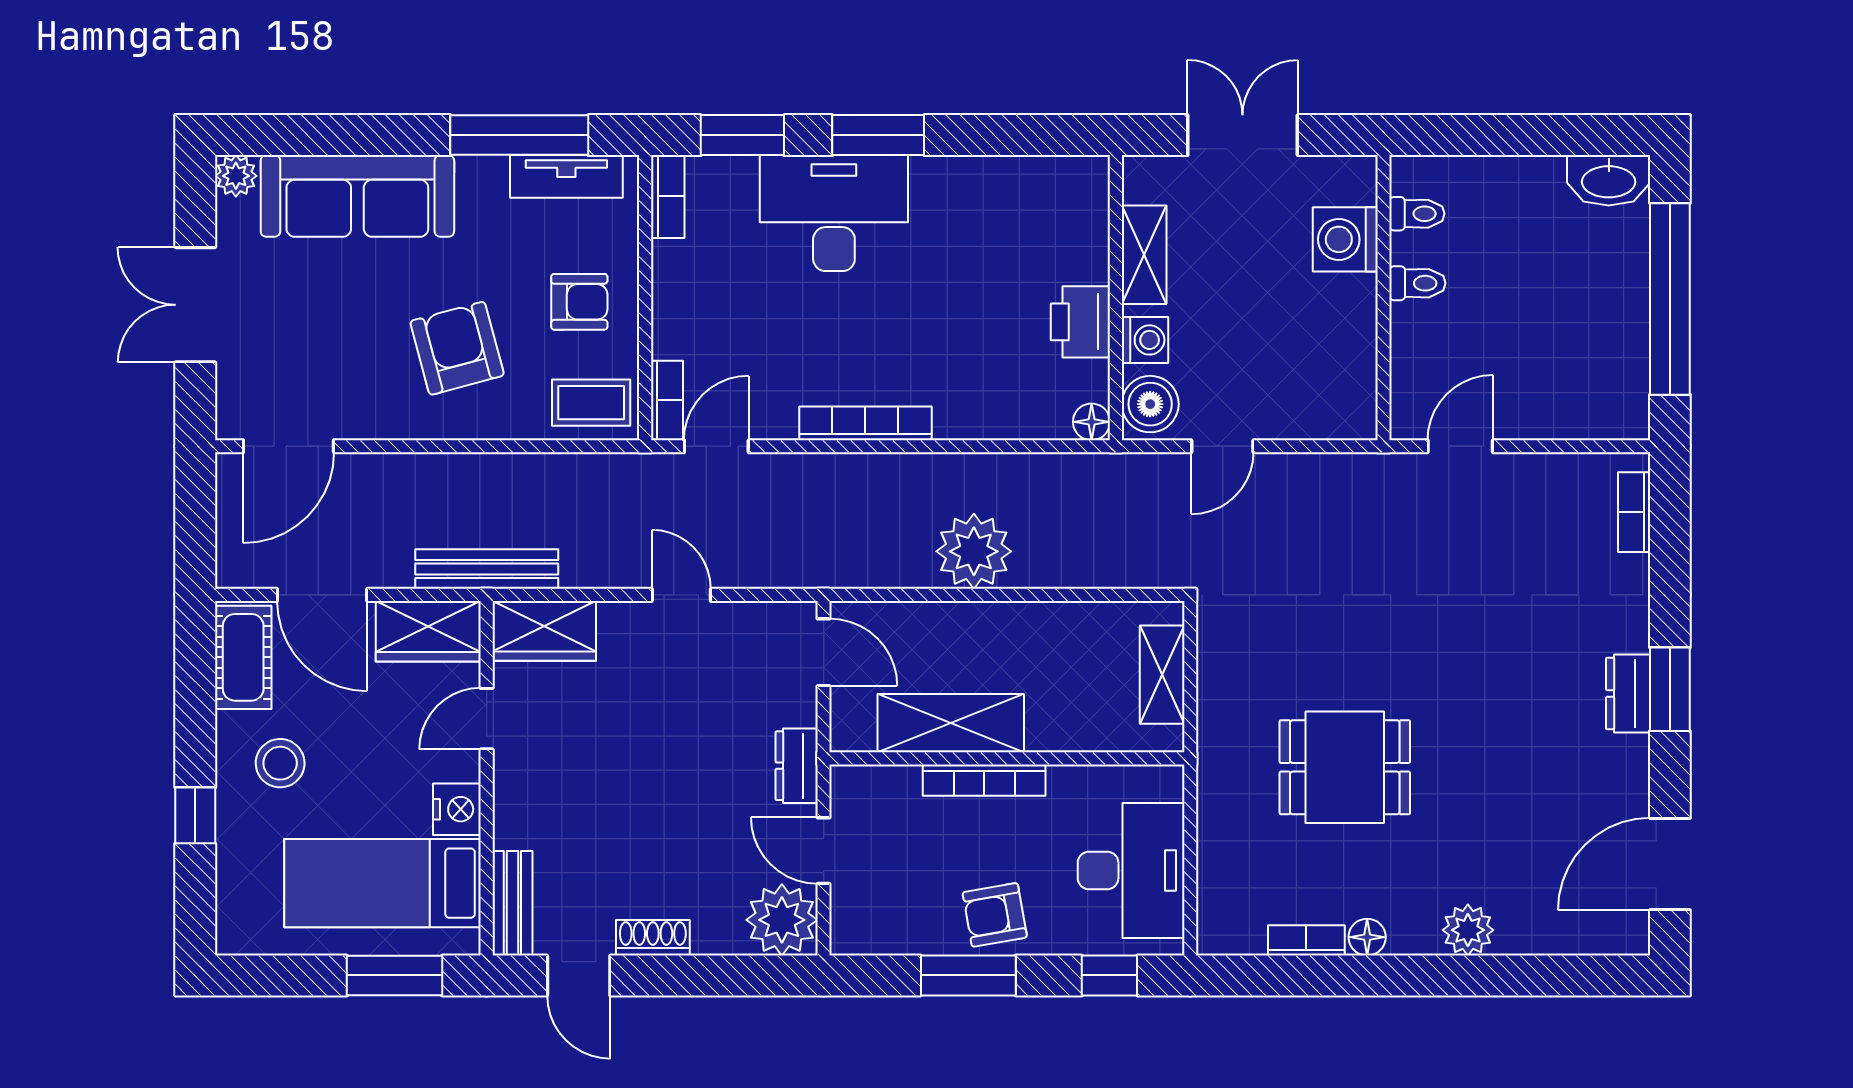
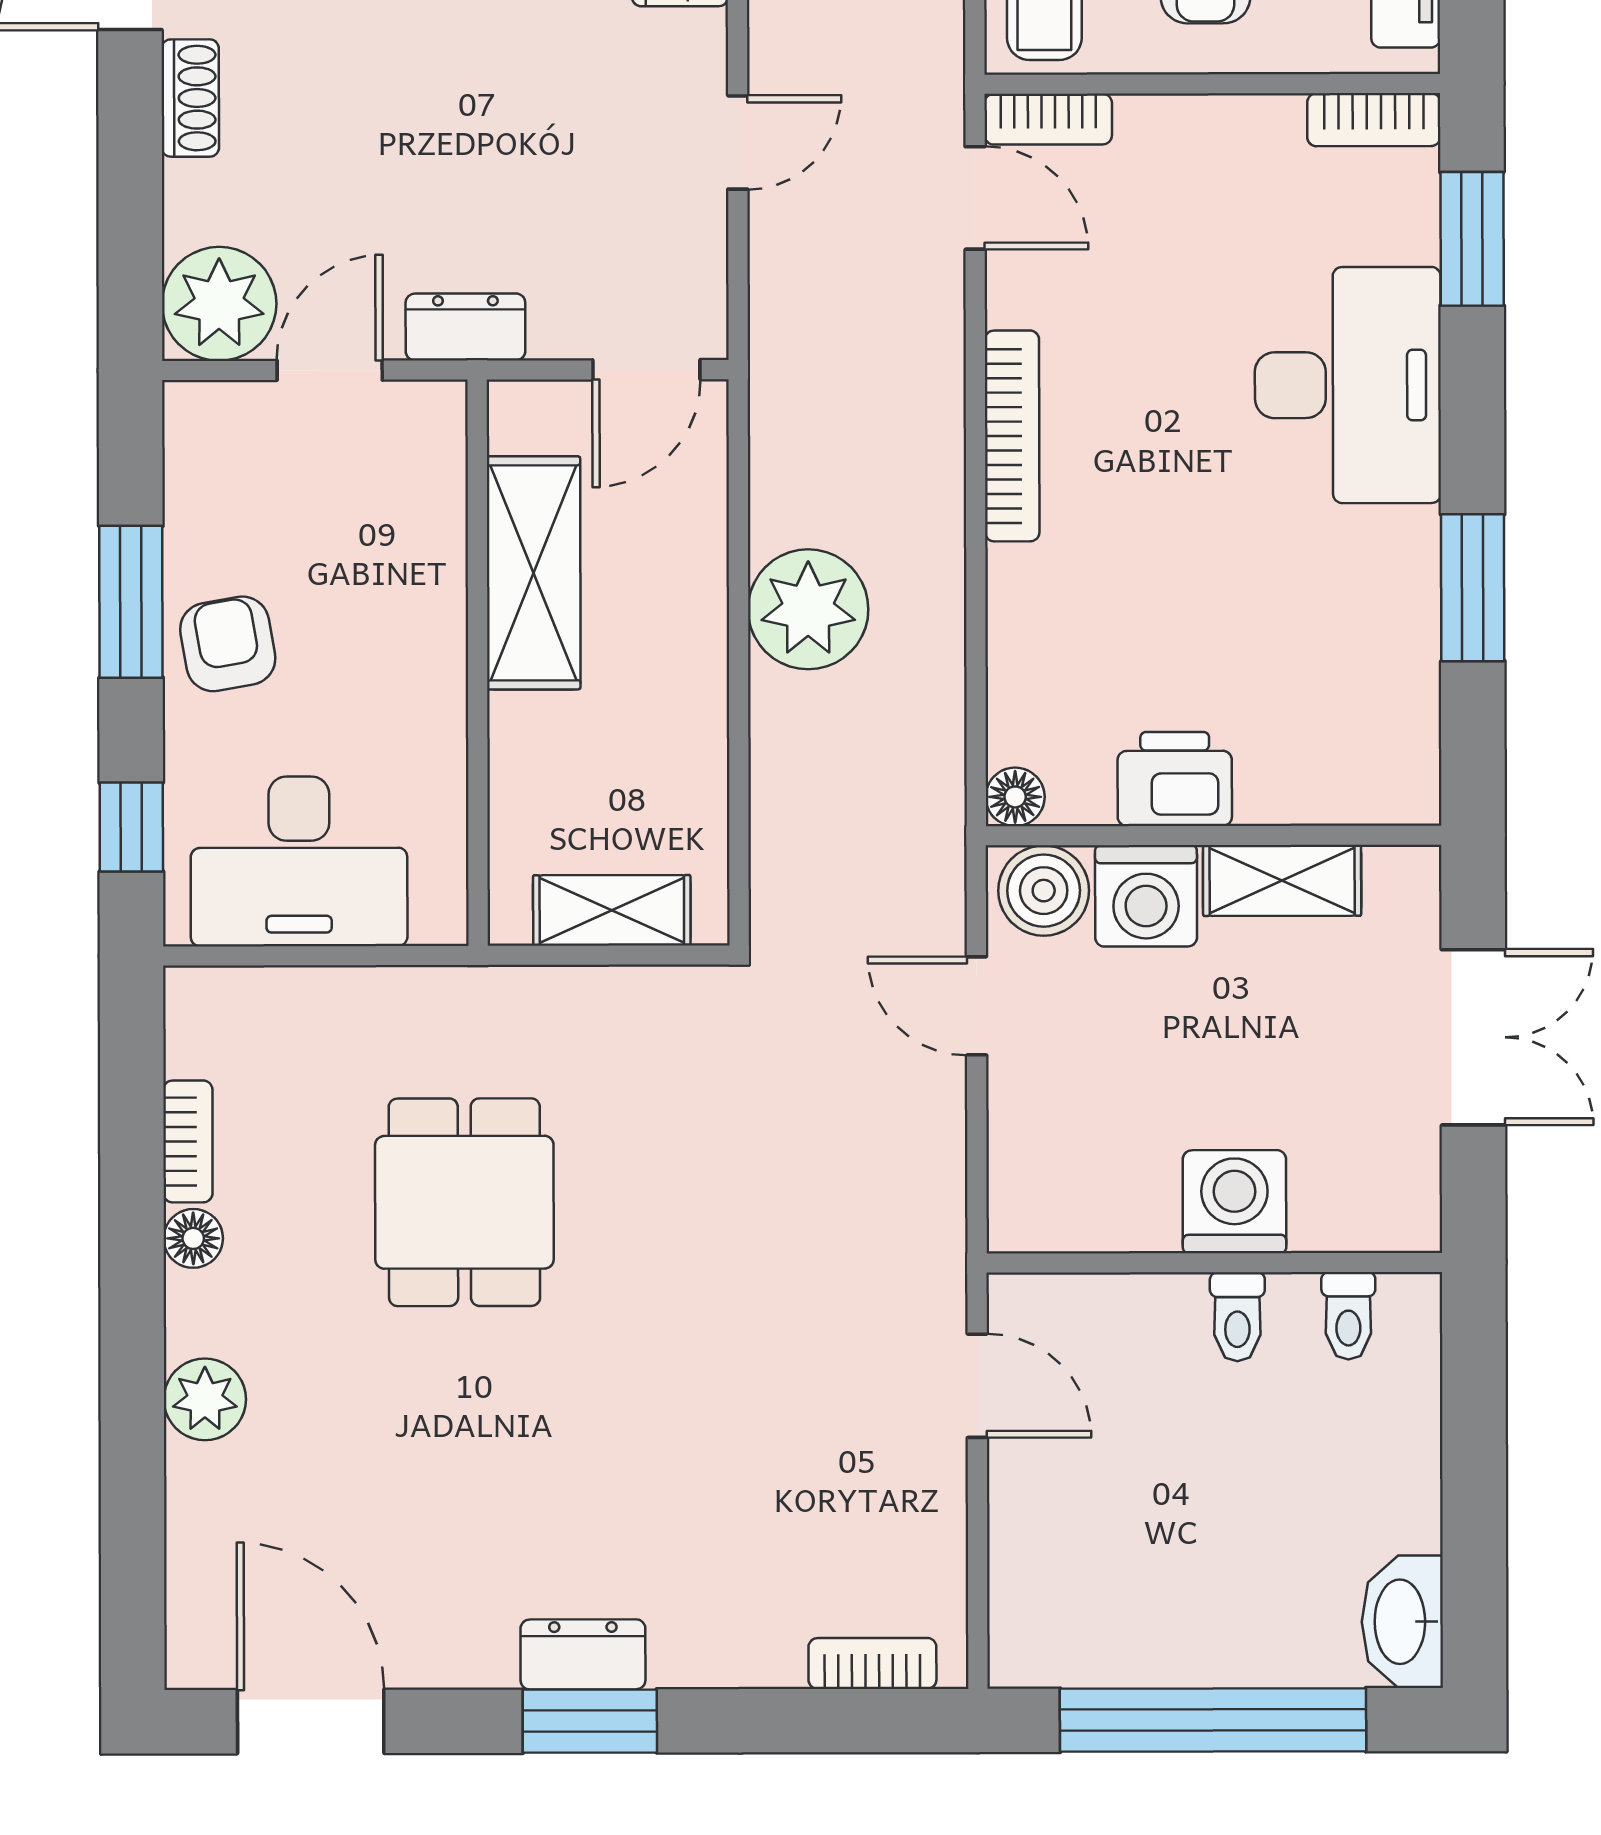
window: (878, 135) -> (1473, 588), moved
washing machine: (1345, 239) -> (1234, 1202), moved
washing machine: (1145, 340) -> (1146, 896), width x1.38, depth x1.38
bookcase: (984, 780) -> (443, 627), removed

